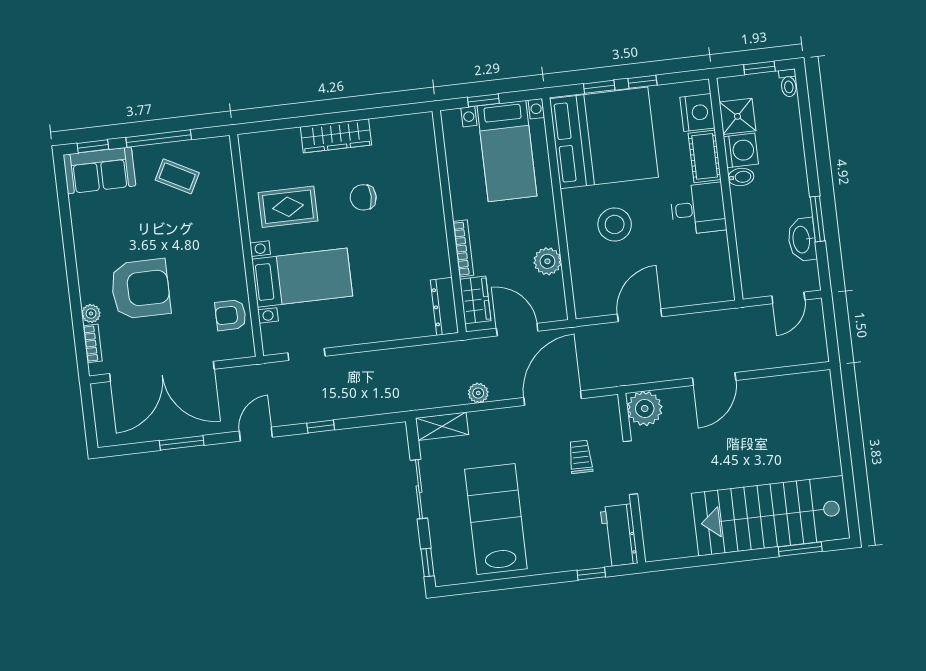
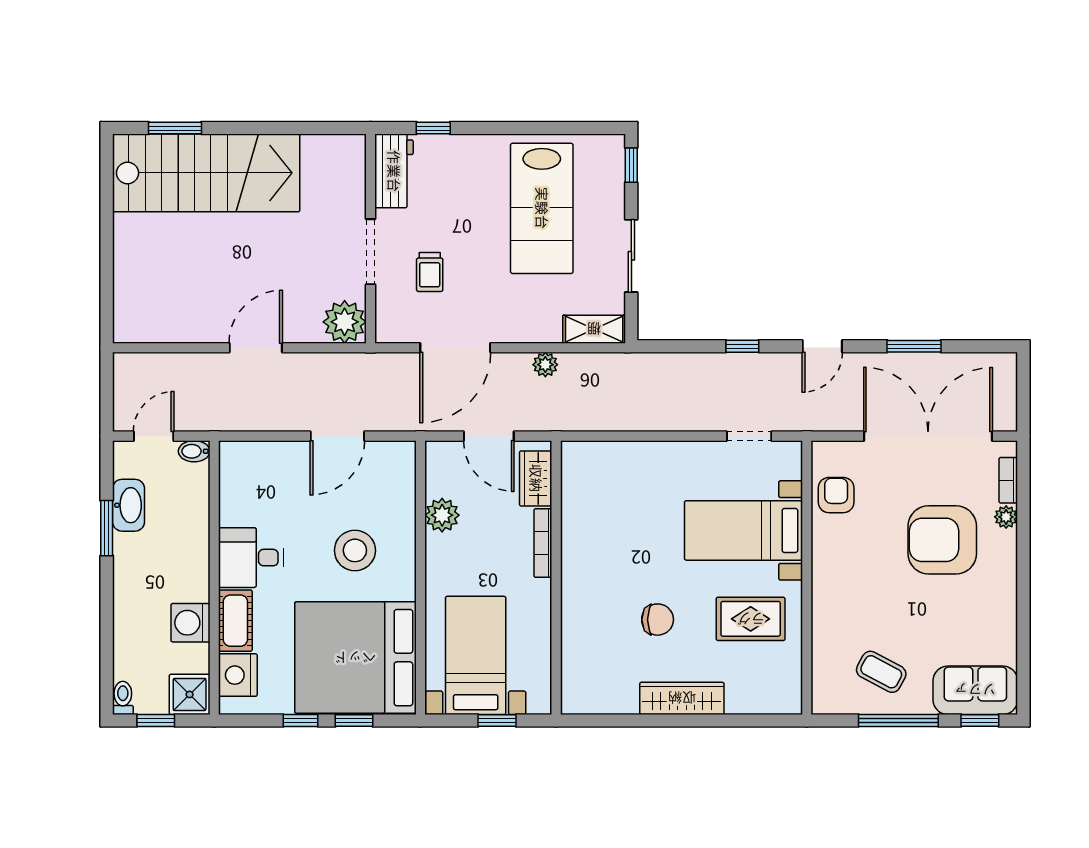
shower: (737, 116) -> (190, 694), moved
bidet: (741, 177) -> (194, 451), moved
dresser: (444, 306) -> (574, 475), removed
armchair: (231, 315) -> (836, 495), turned -90

